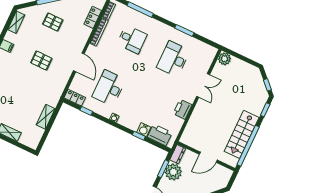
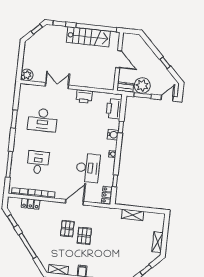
pallet: (53, 22) -> (67, 229), moved
desk: (109, 88) -> (88, 168), turned -90
water cooler: (144, 130) -> (113, 135), moved

